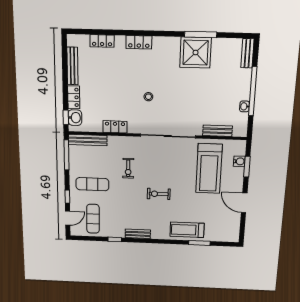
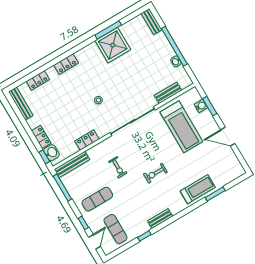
bench: (72, 66) -> (21, 104), moved
treadmill: (187, 230) -> (198, 189), turned 180

